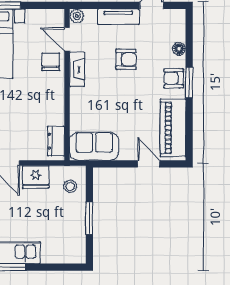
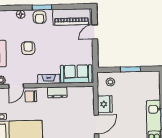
fireplace: (77, 69) -> (49, 79), moved
dresser: (56, 141) -> (57, 92), moved
sofa: (94, 146) -> (76, 74), moved, turned 90

